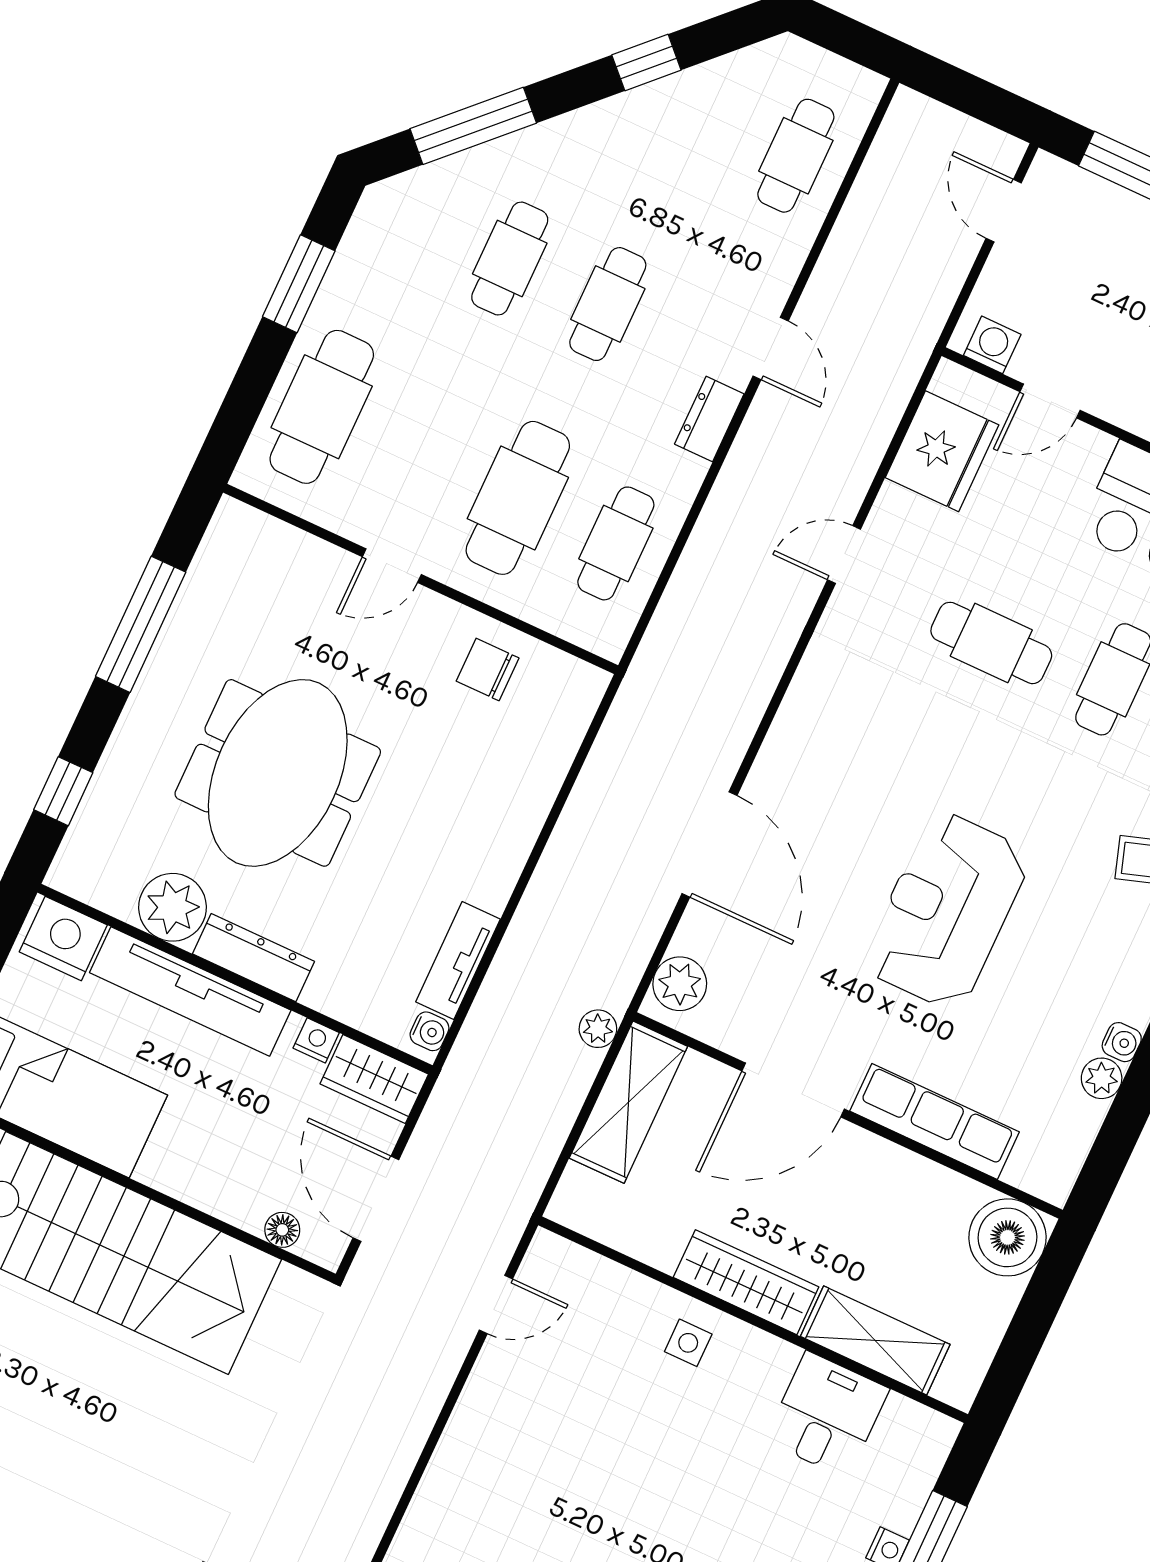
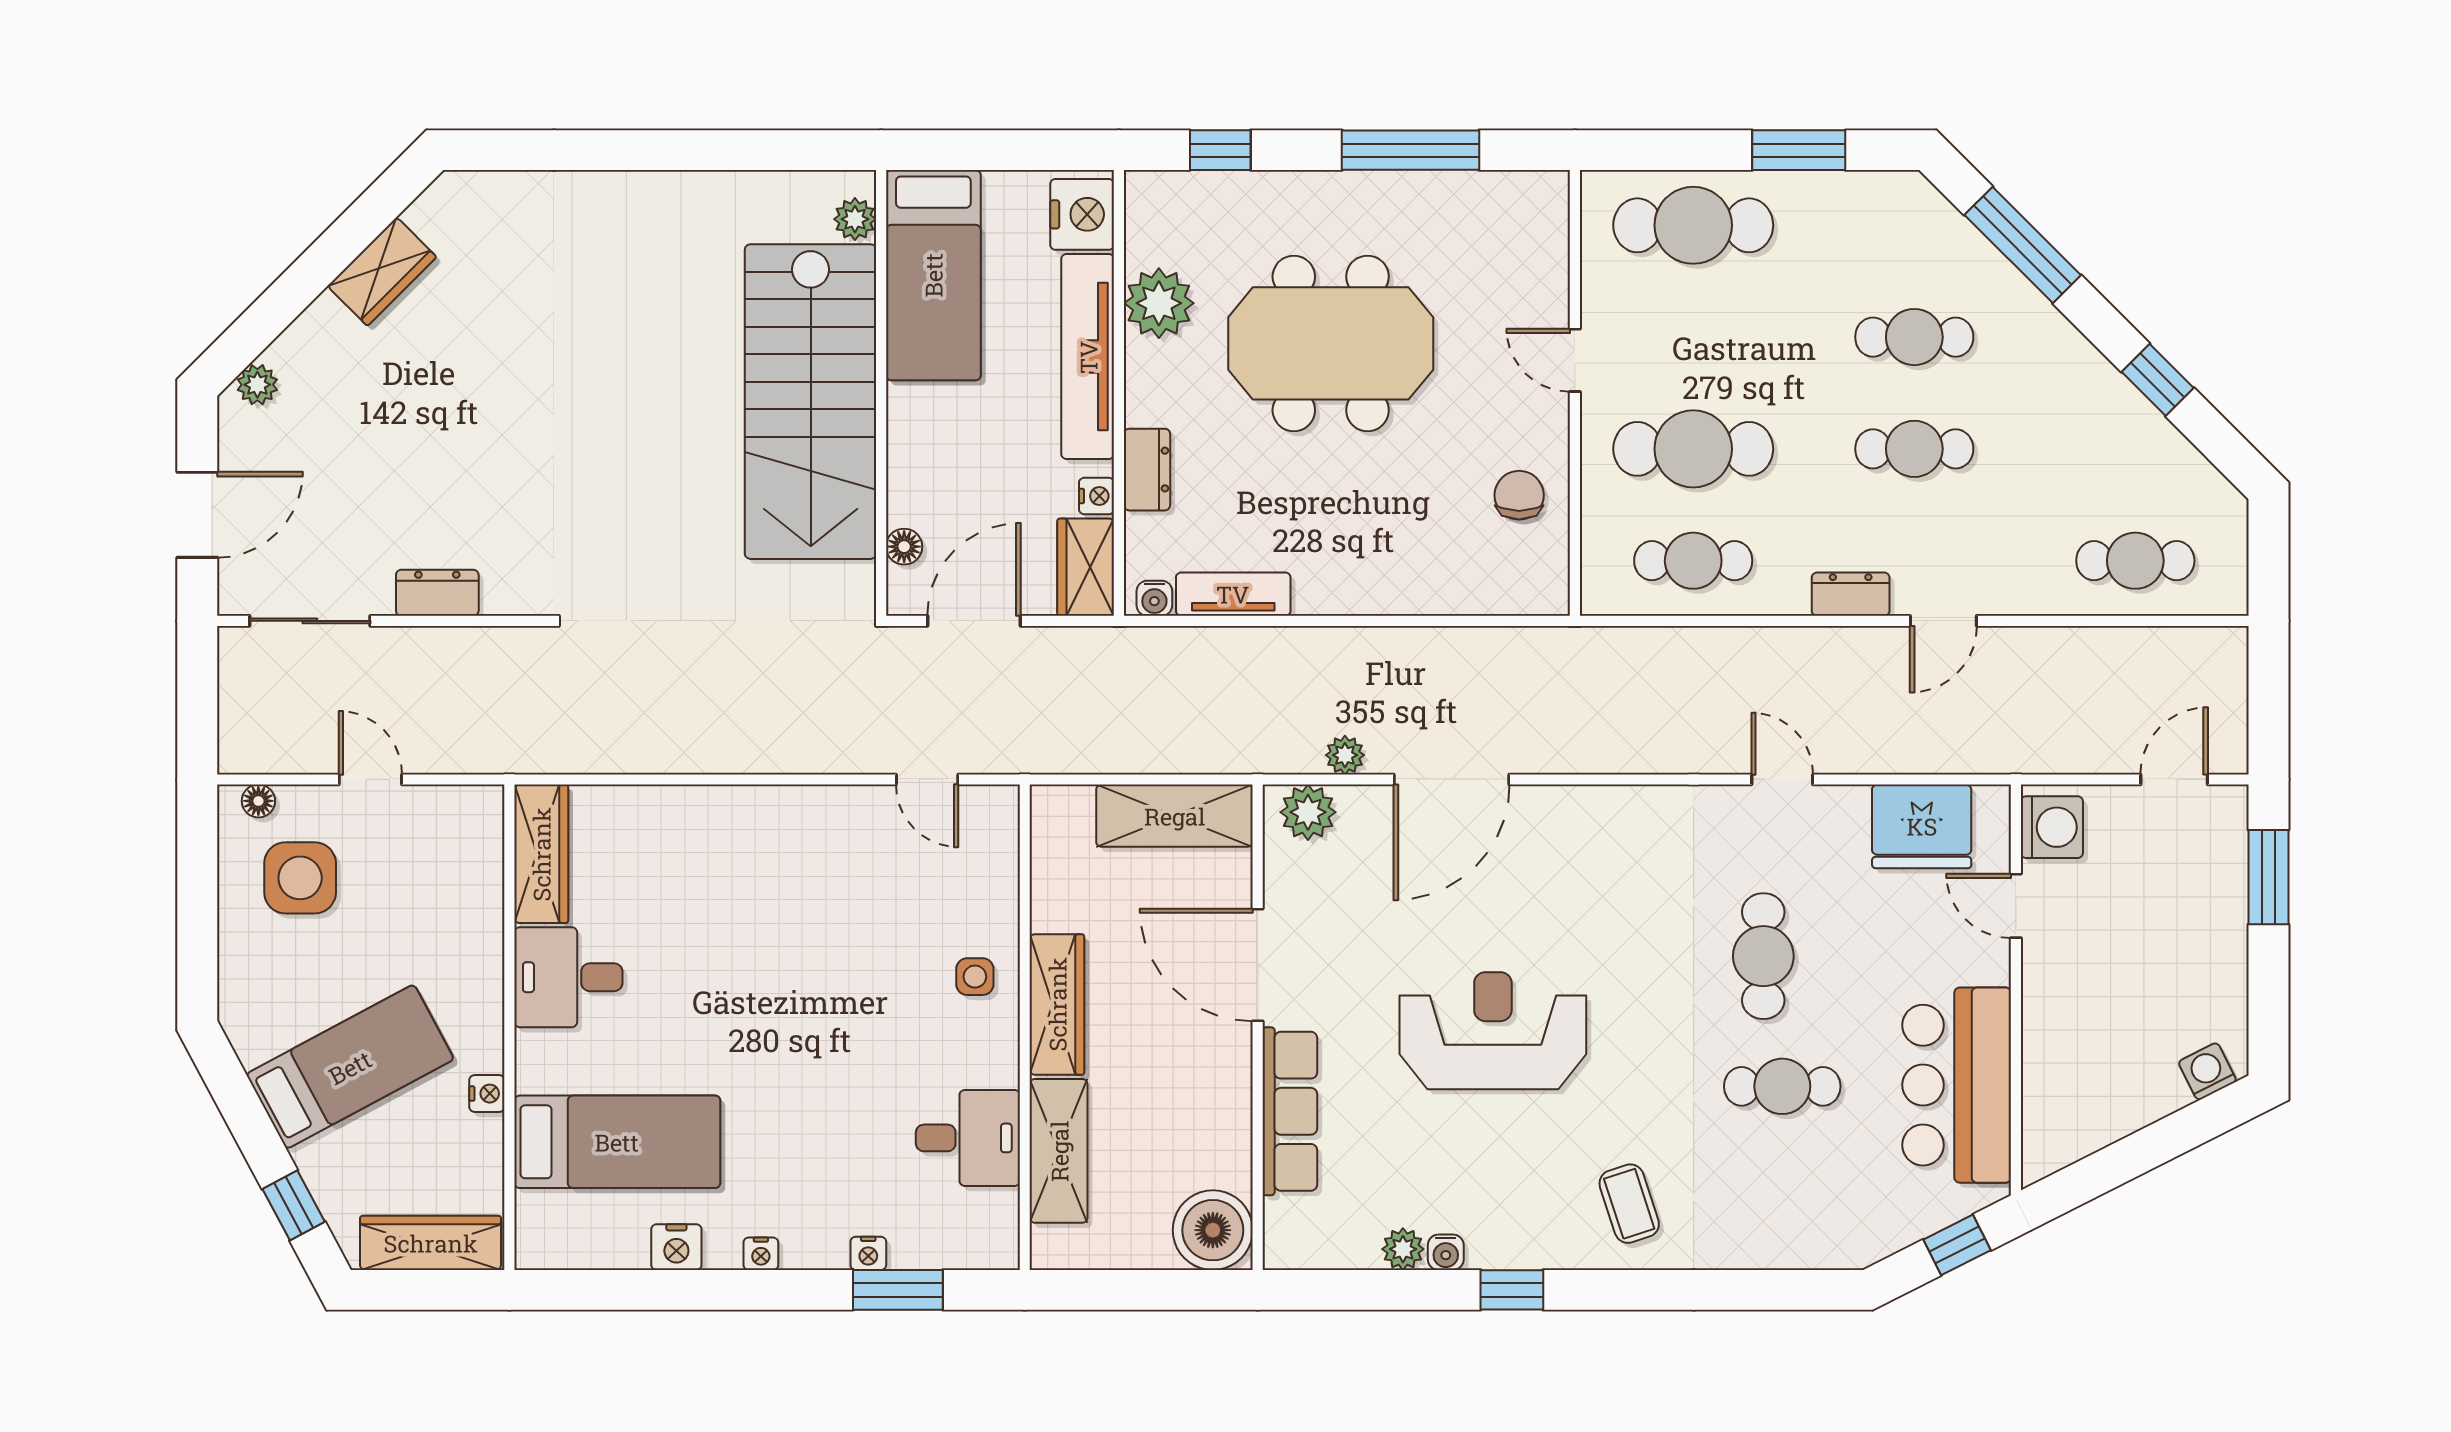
washing machine: (992, 345) -> (2052, 827), width x1.38, depth x1.38
dresser: (254, 958) -> (1147, 470), moved, width x0.70
plant: (598, 1029) -> (1345, 755), moved

